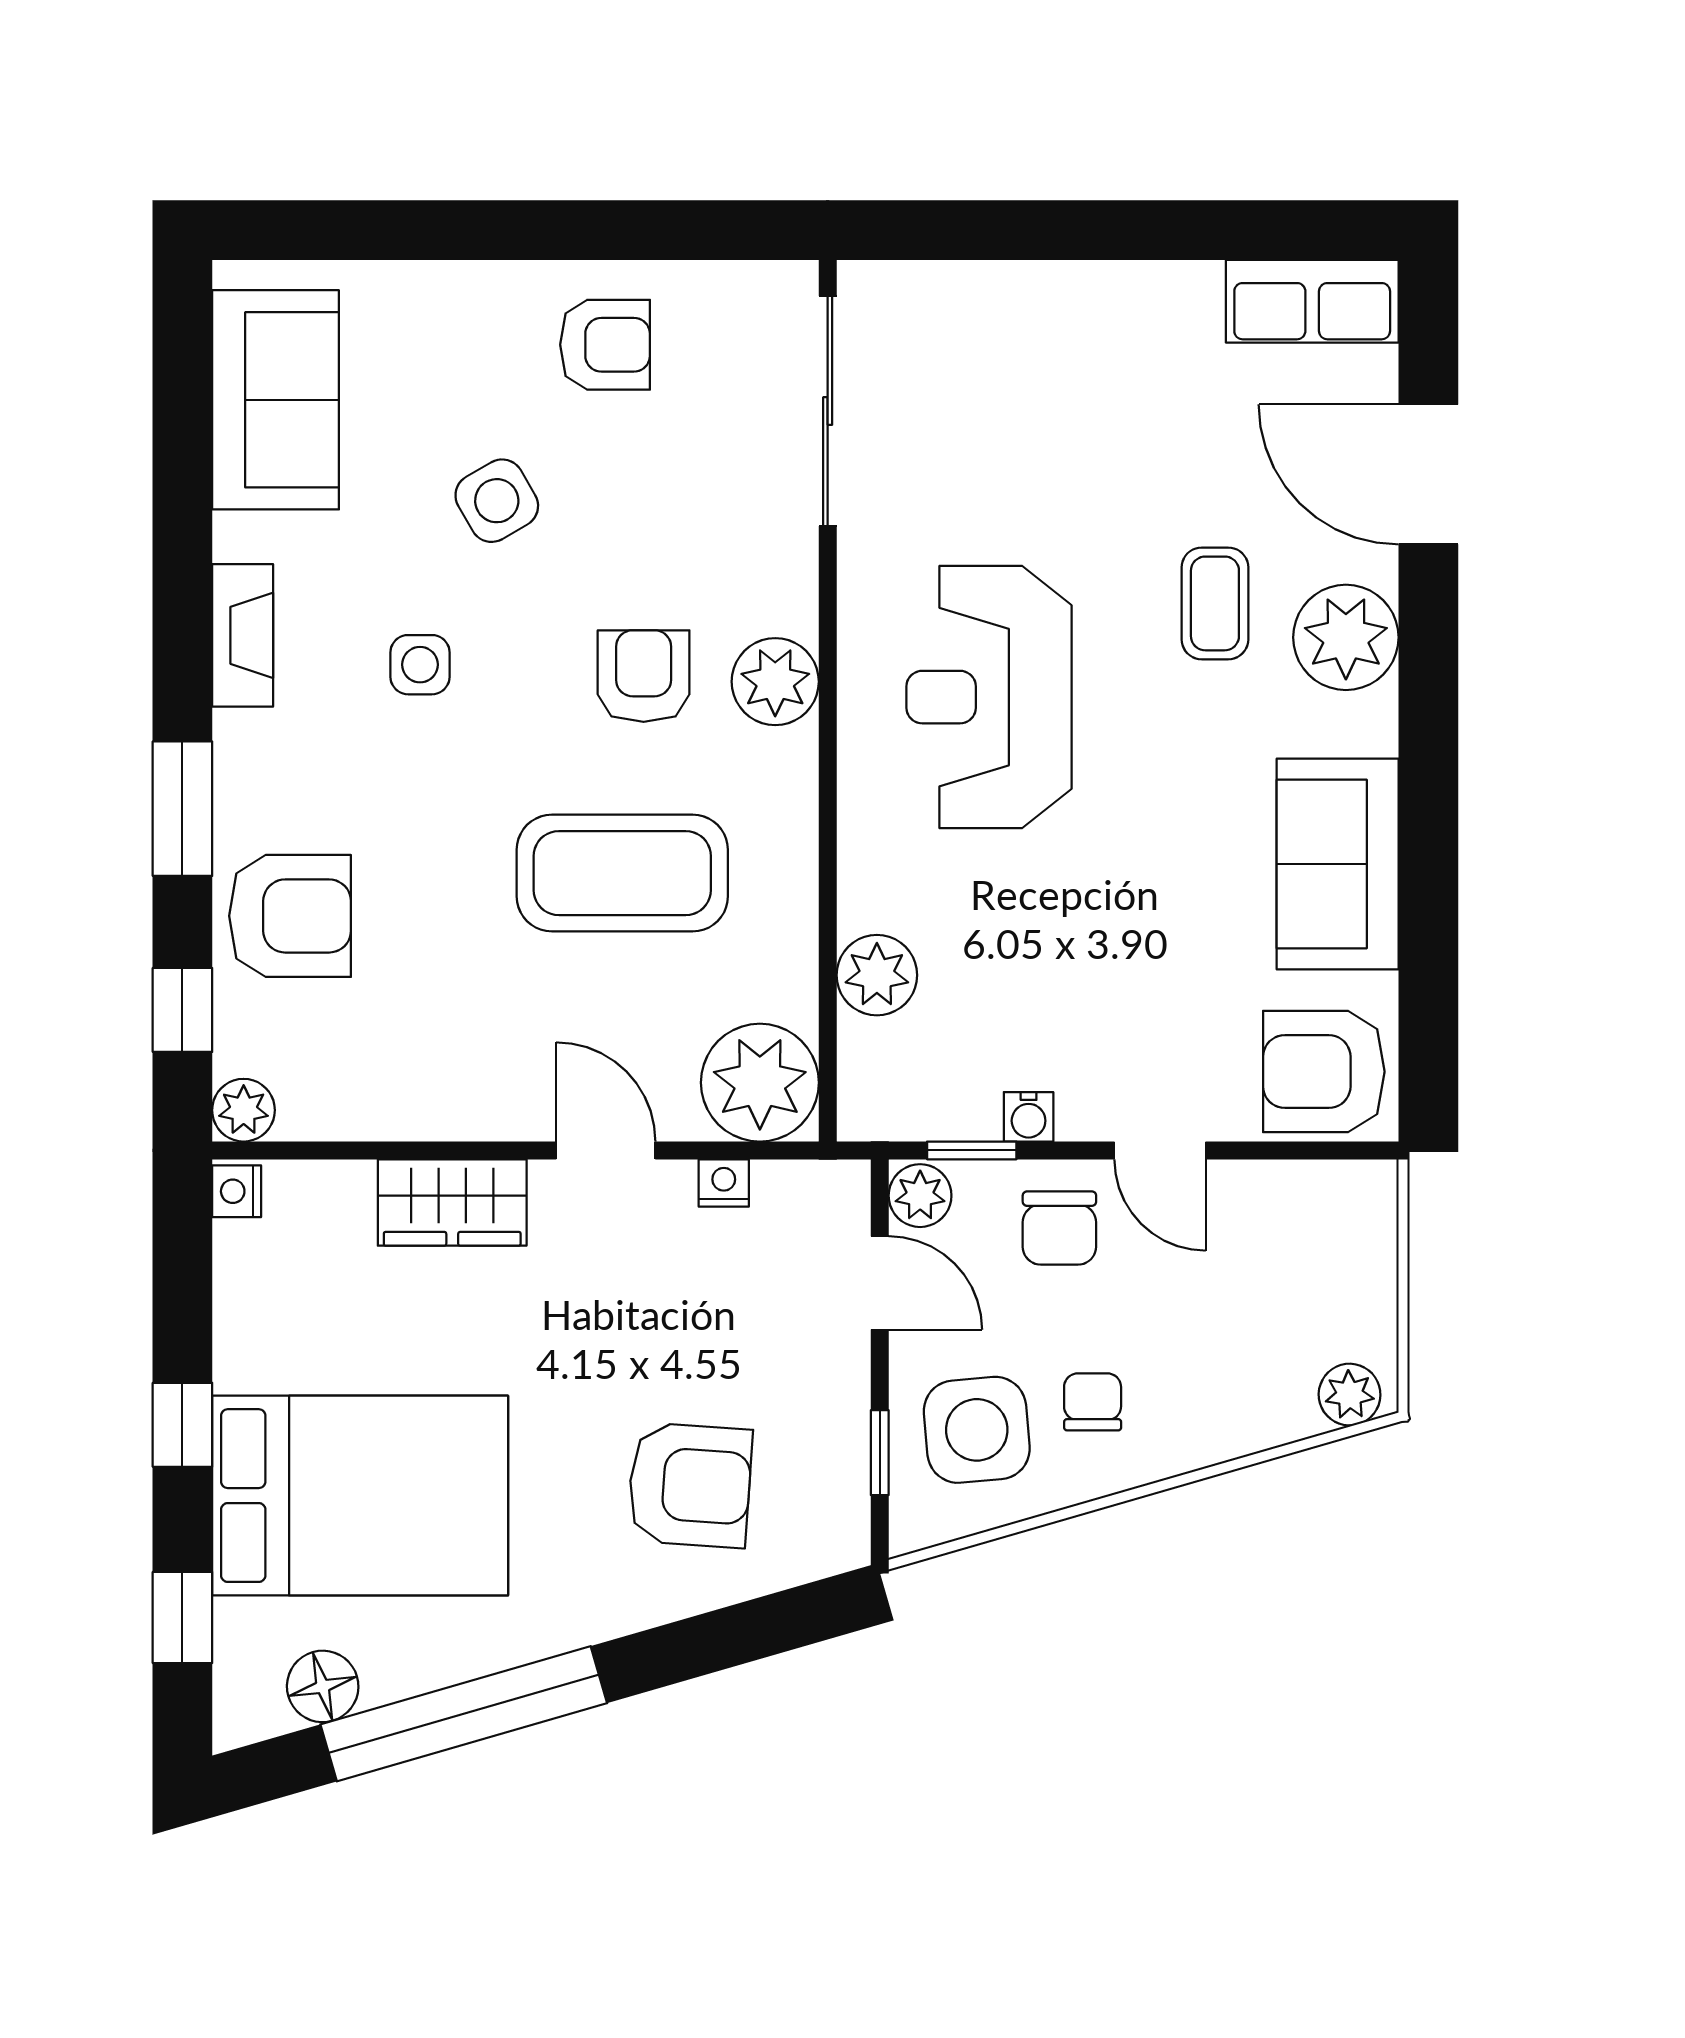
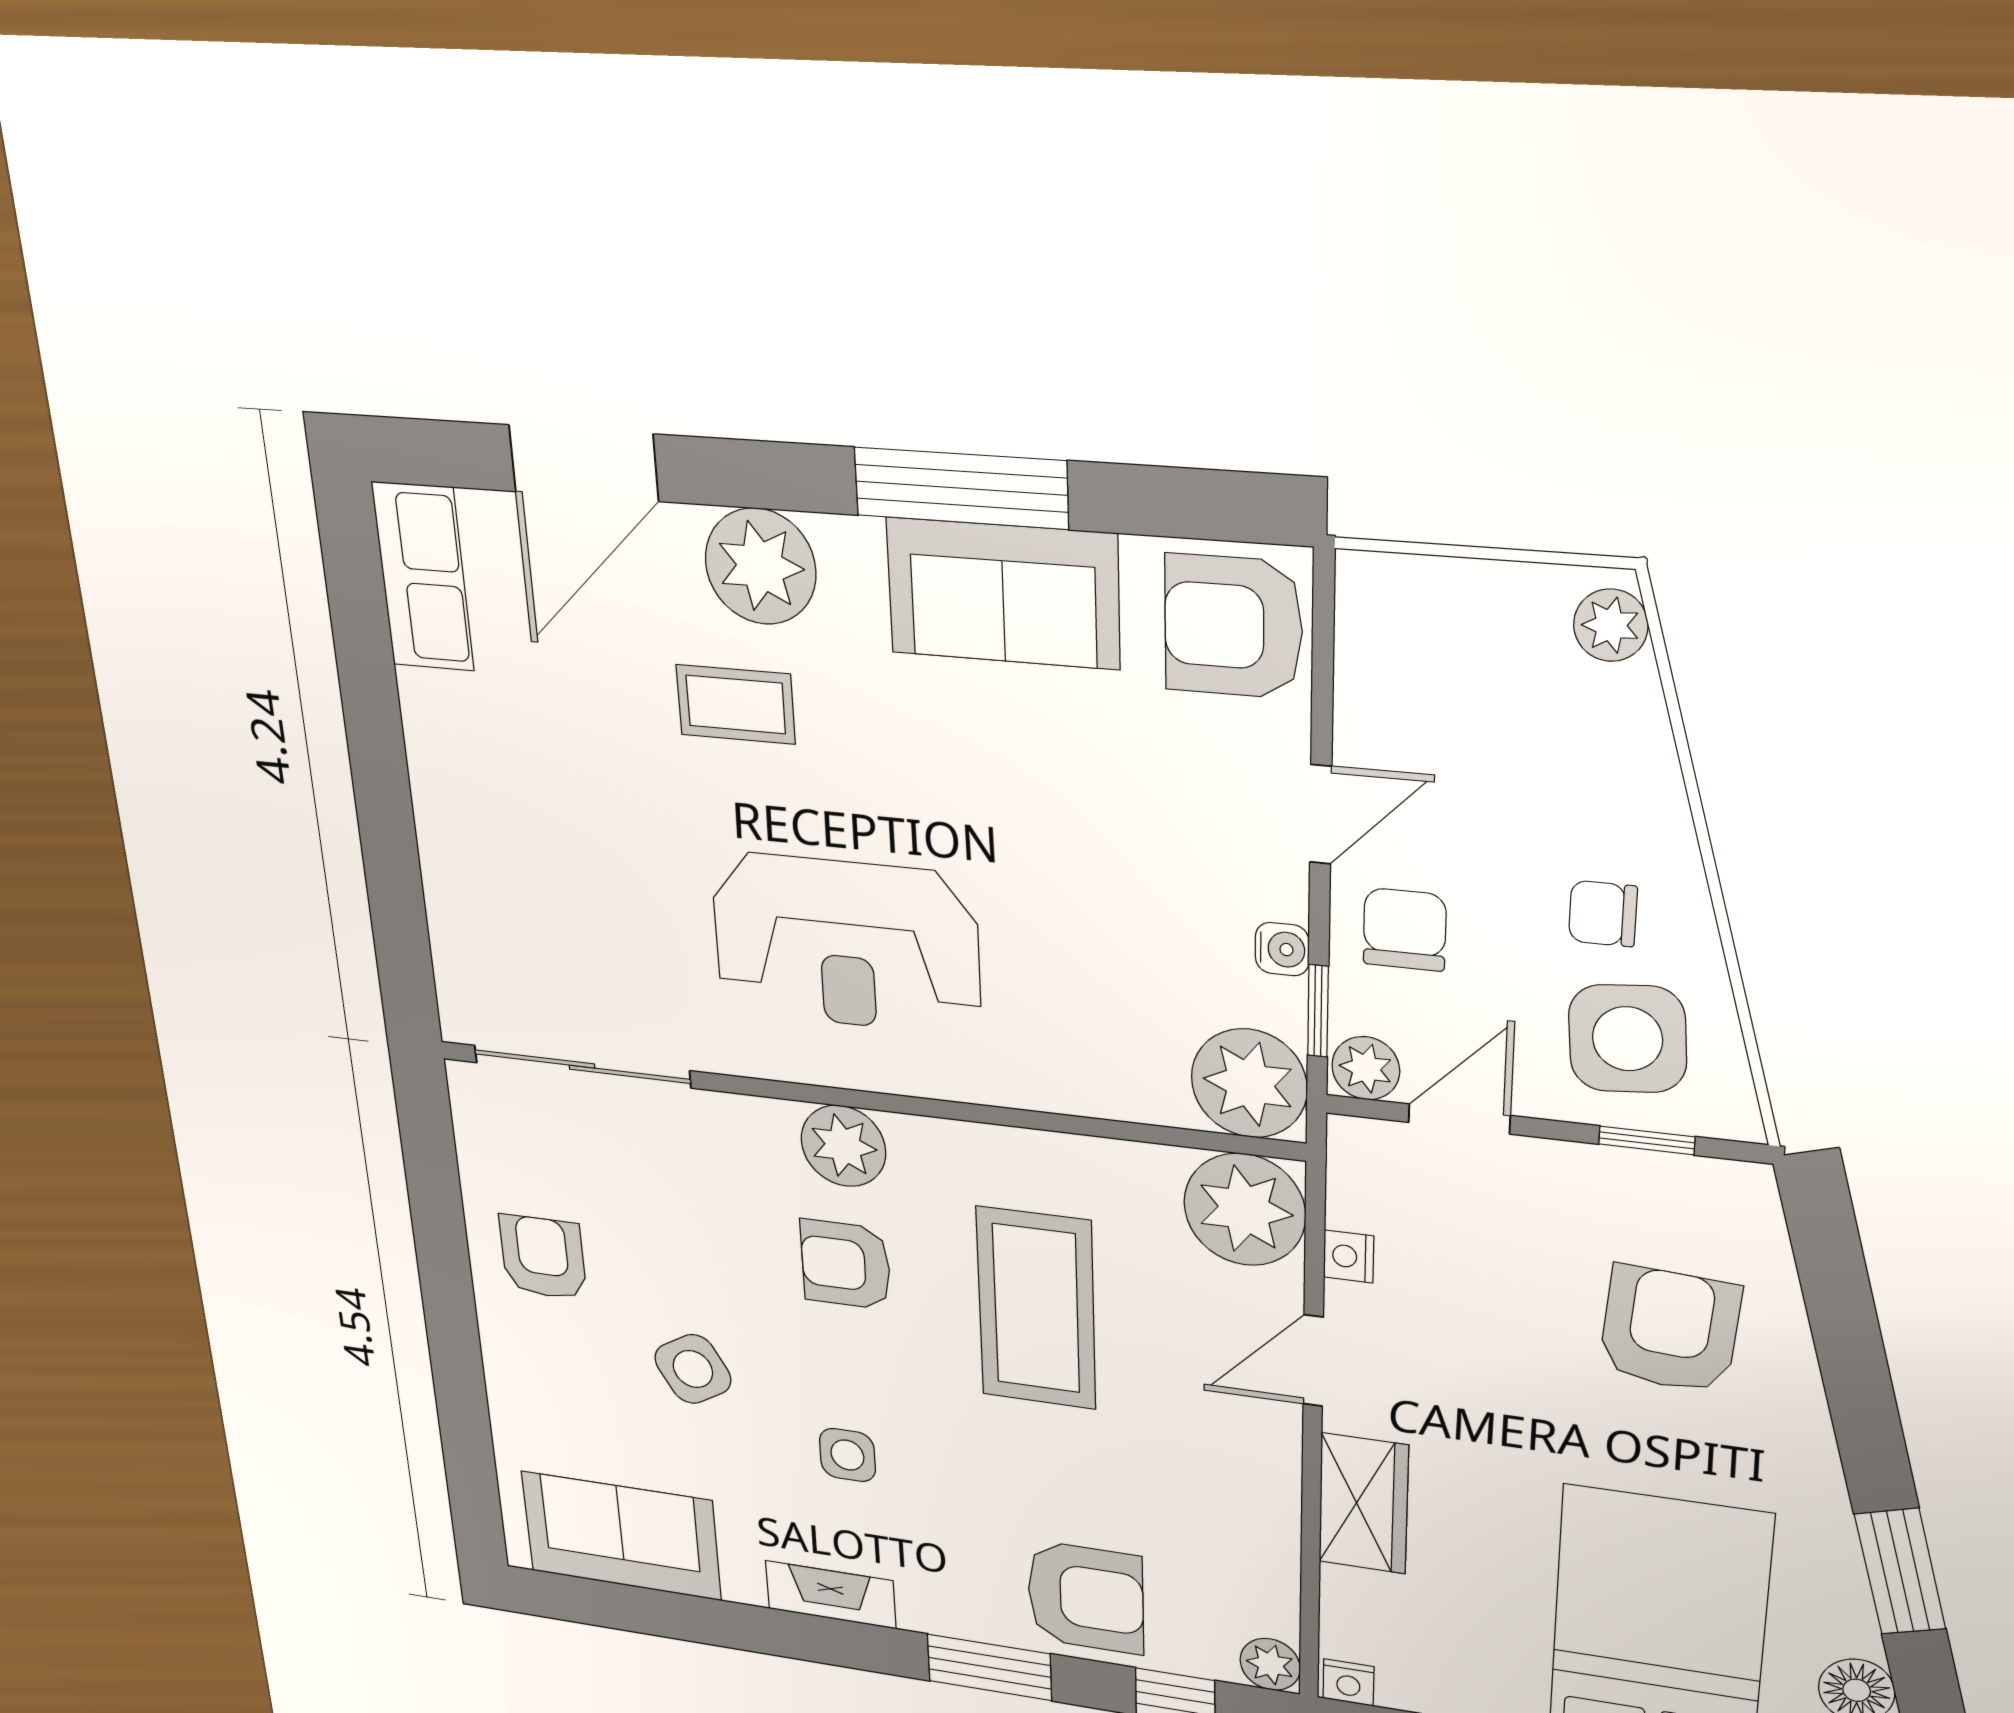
window: (1428, 829) -> (961, 488), added
armchair: (290, 916) -> (1086, 1597), turned 90
plant: (877, 975) -> (1249, 1083), moved, width x1.36, depth x1.36
armchair: (1324, 1072) -> (1233, 627), turned 90
chair: (1059, 1228) -> (1405, 929), turned -90
window: (464, 1714) -> (1900, 1572), width x0.47

